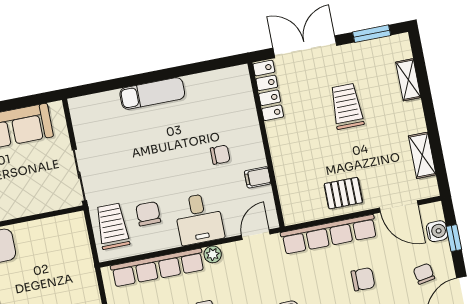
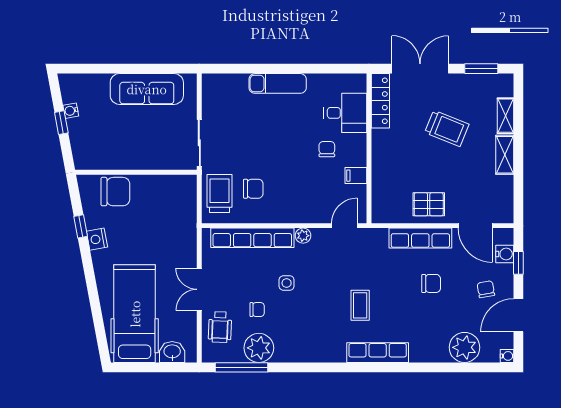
trolley: (347, 106) -> (447, 128), turned 112
chair: (220, 155) -> (327, 149), turned -90
shelving: (422, 155) -> (505, 155), moved
chair: (148, 214) -> (253, 189), turned 90
desk: (199, 219) -> (345, 113), moved, turned -90
row of seats: (329, 234) -> (420, 238), width x0.73

